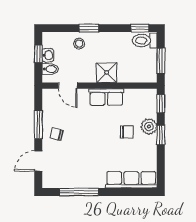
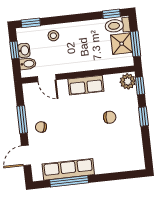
window: (89, 28) -> (31, 23), moved
shower: (107, 72) -> (122, 44), moved
plant: (149, 126) -> (128, 81), moved
row of seats: (131, 180) -> (68, 169), moved

